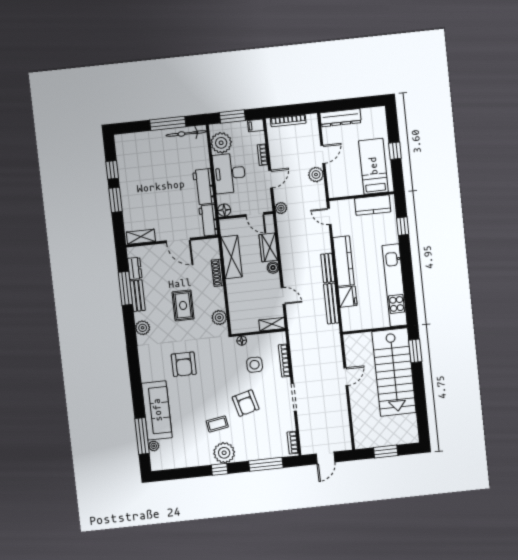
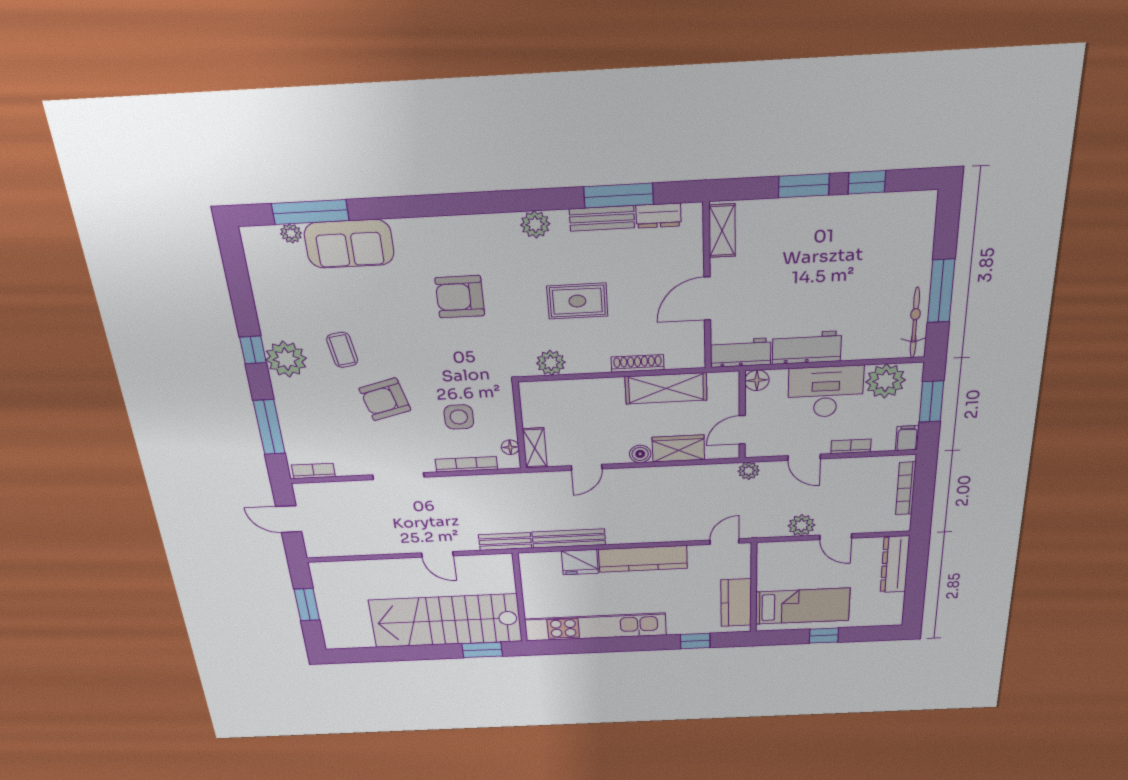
bench: (328, 268) -> (505, 542), moved
floor lamp: (242, 341) -> (510, 447), moved
sofa: (157, 410) -> (349, 244), width x0.73

